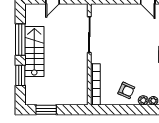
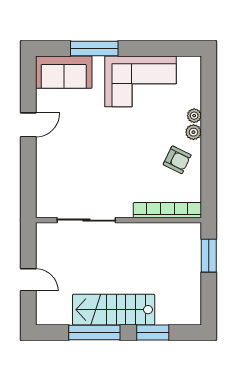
armchair: (126, 90) -> (177, 160), turned 92
window: (46, 110) -> (209, 256), moved

